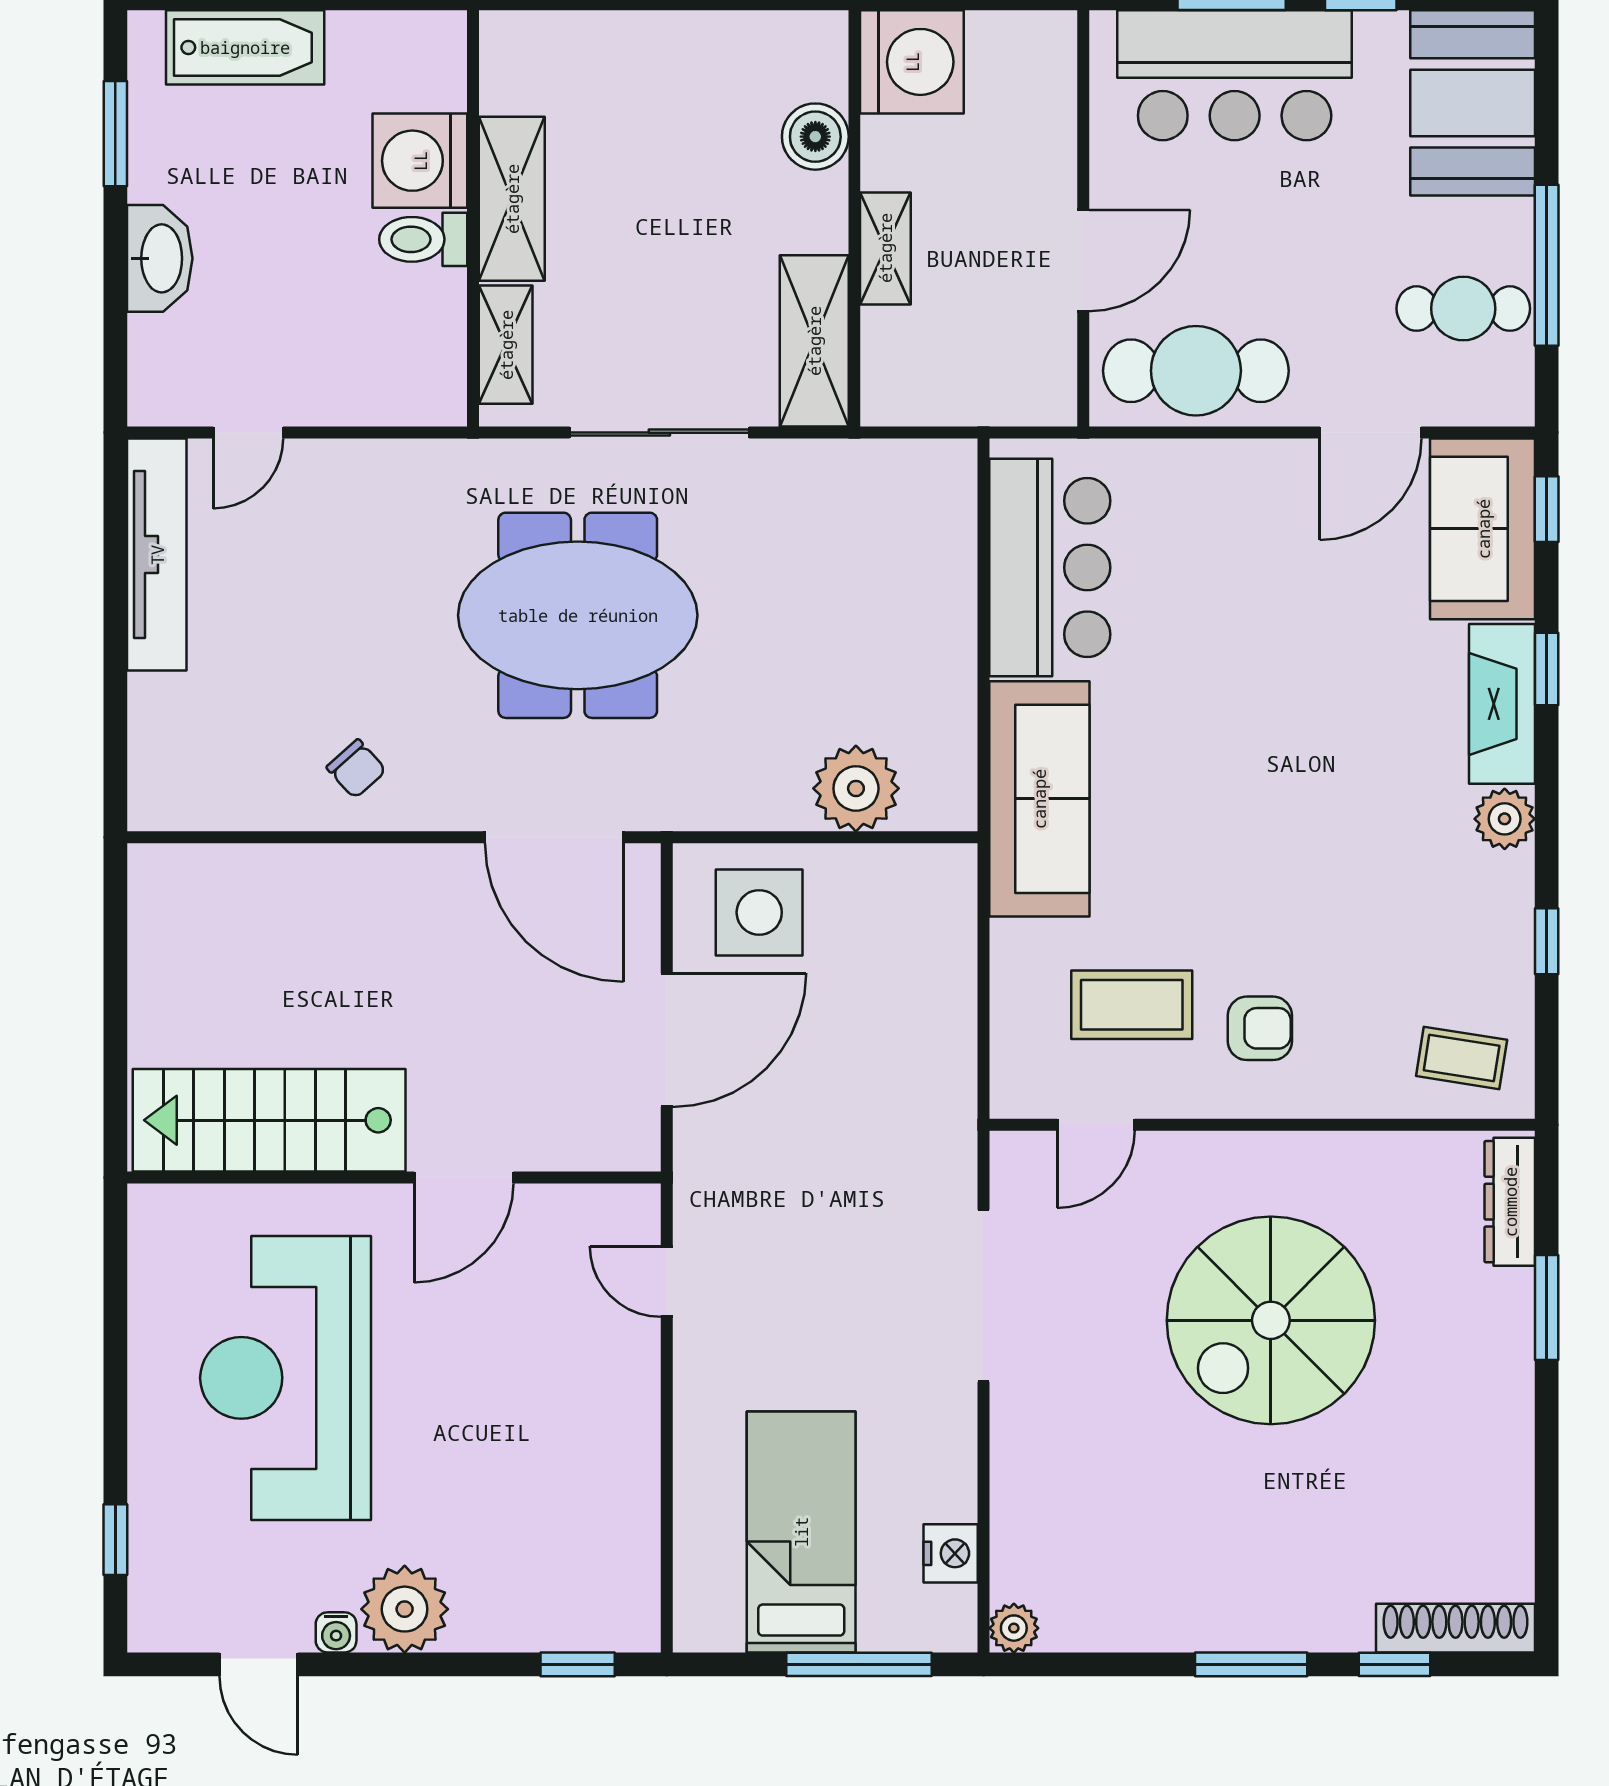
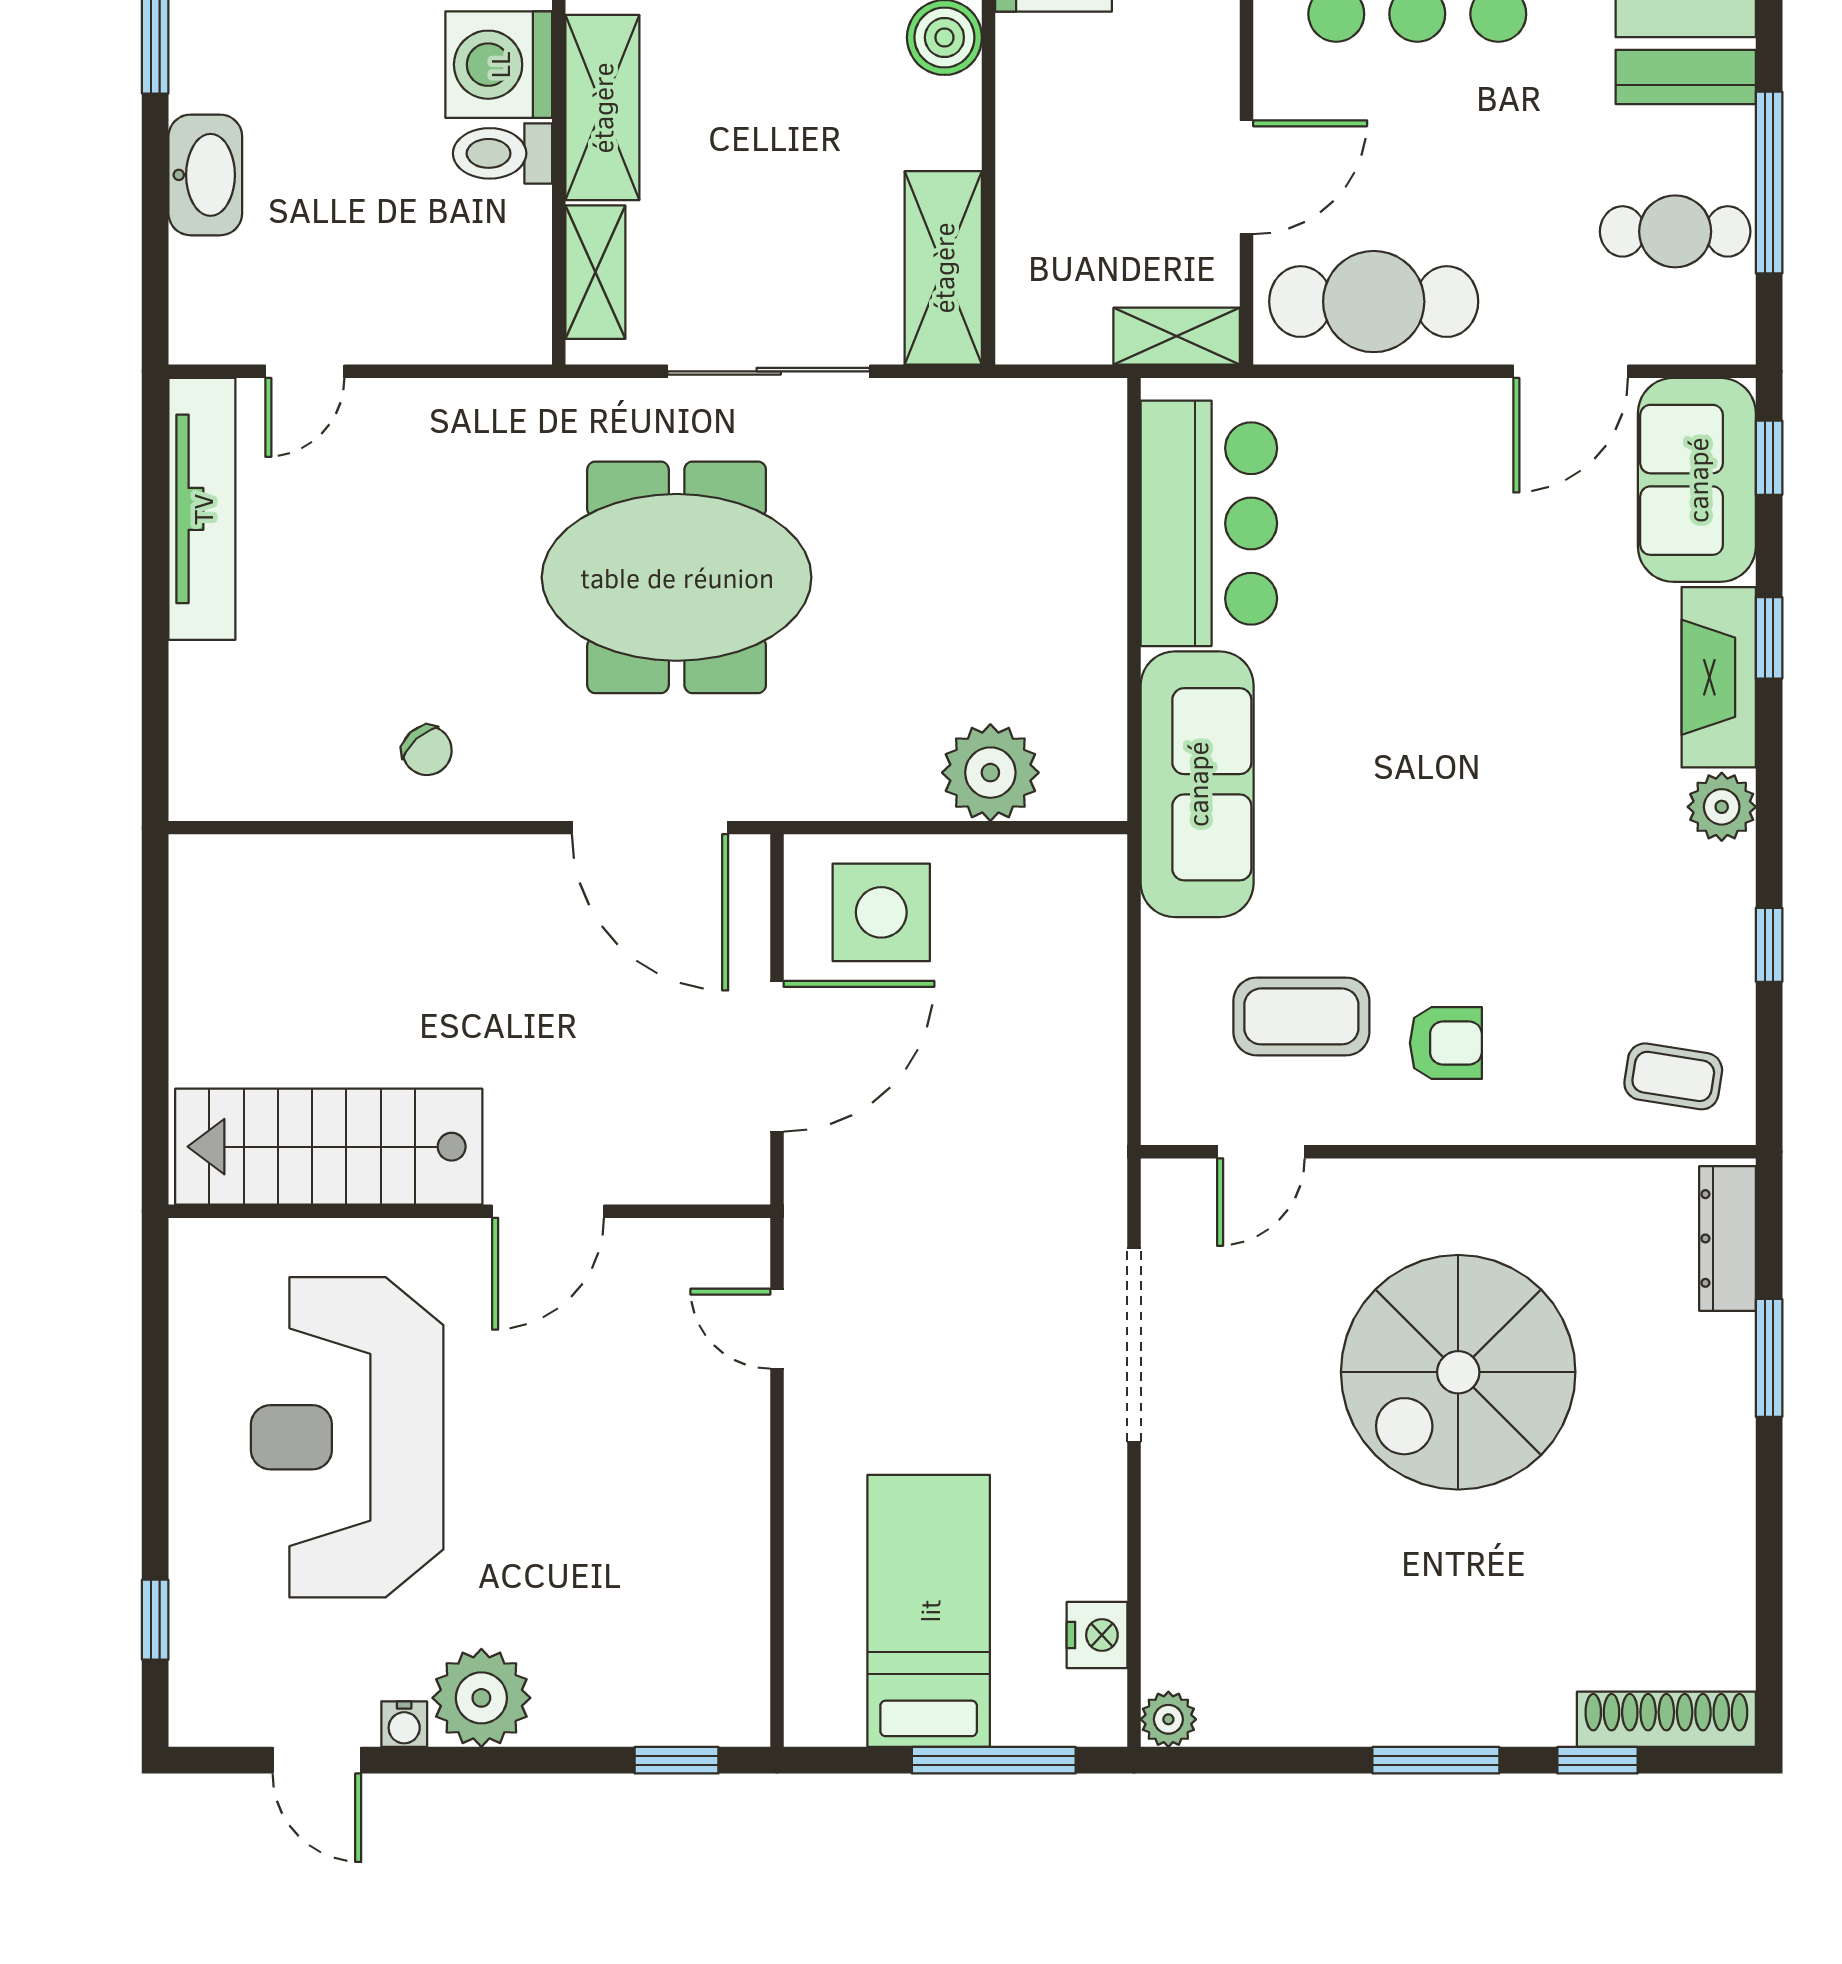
shelving: (885, 248) -> (1177, 336), moved, turned 90

